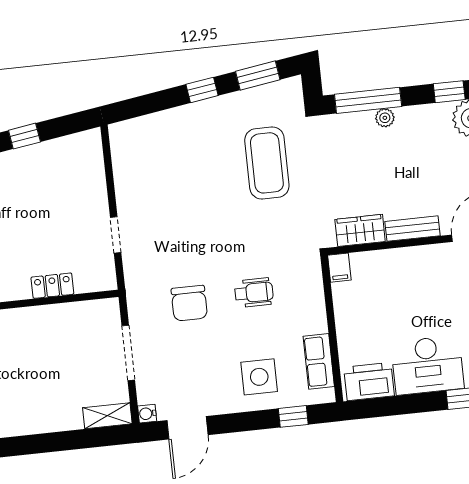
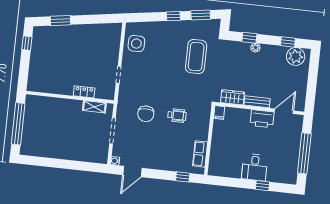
window: (368, 100) -> (249, 38), width x0.46
window: (24, 136) -> (86, 20), removed
desk: (427, 365) -> (255, 167), width x0.73
side table: (259, 377) -> (136, 44), moved
printer: (369, 382) -> (262, 119), moved, turned 180
shelving: (107, 416) -> (94, 107), moved

